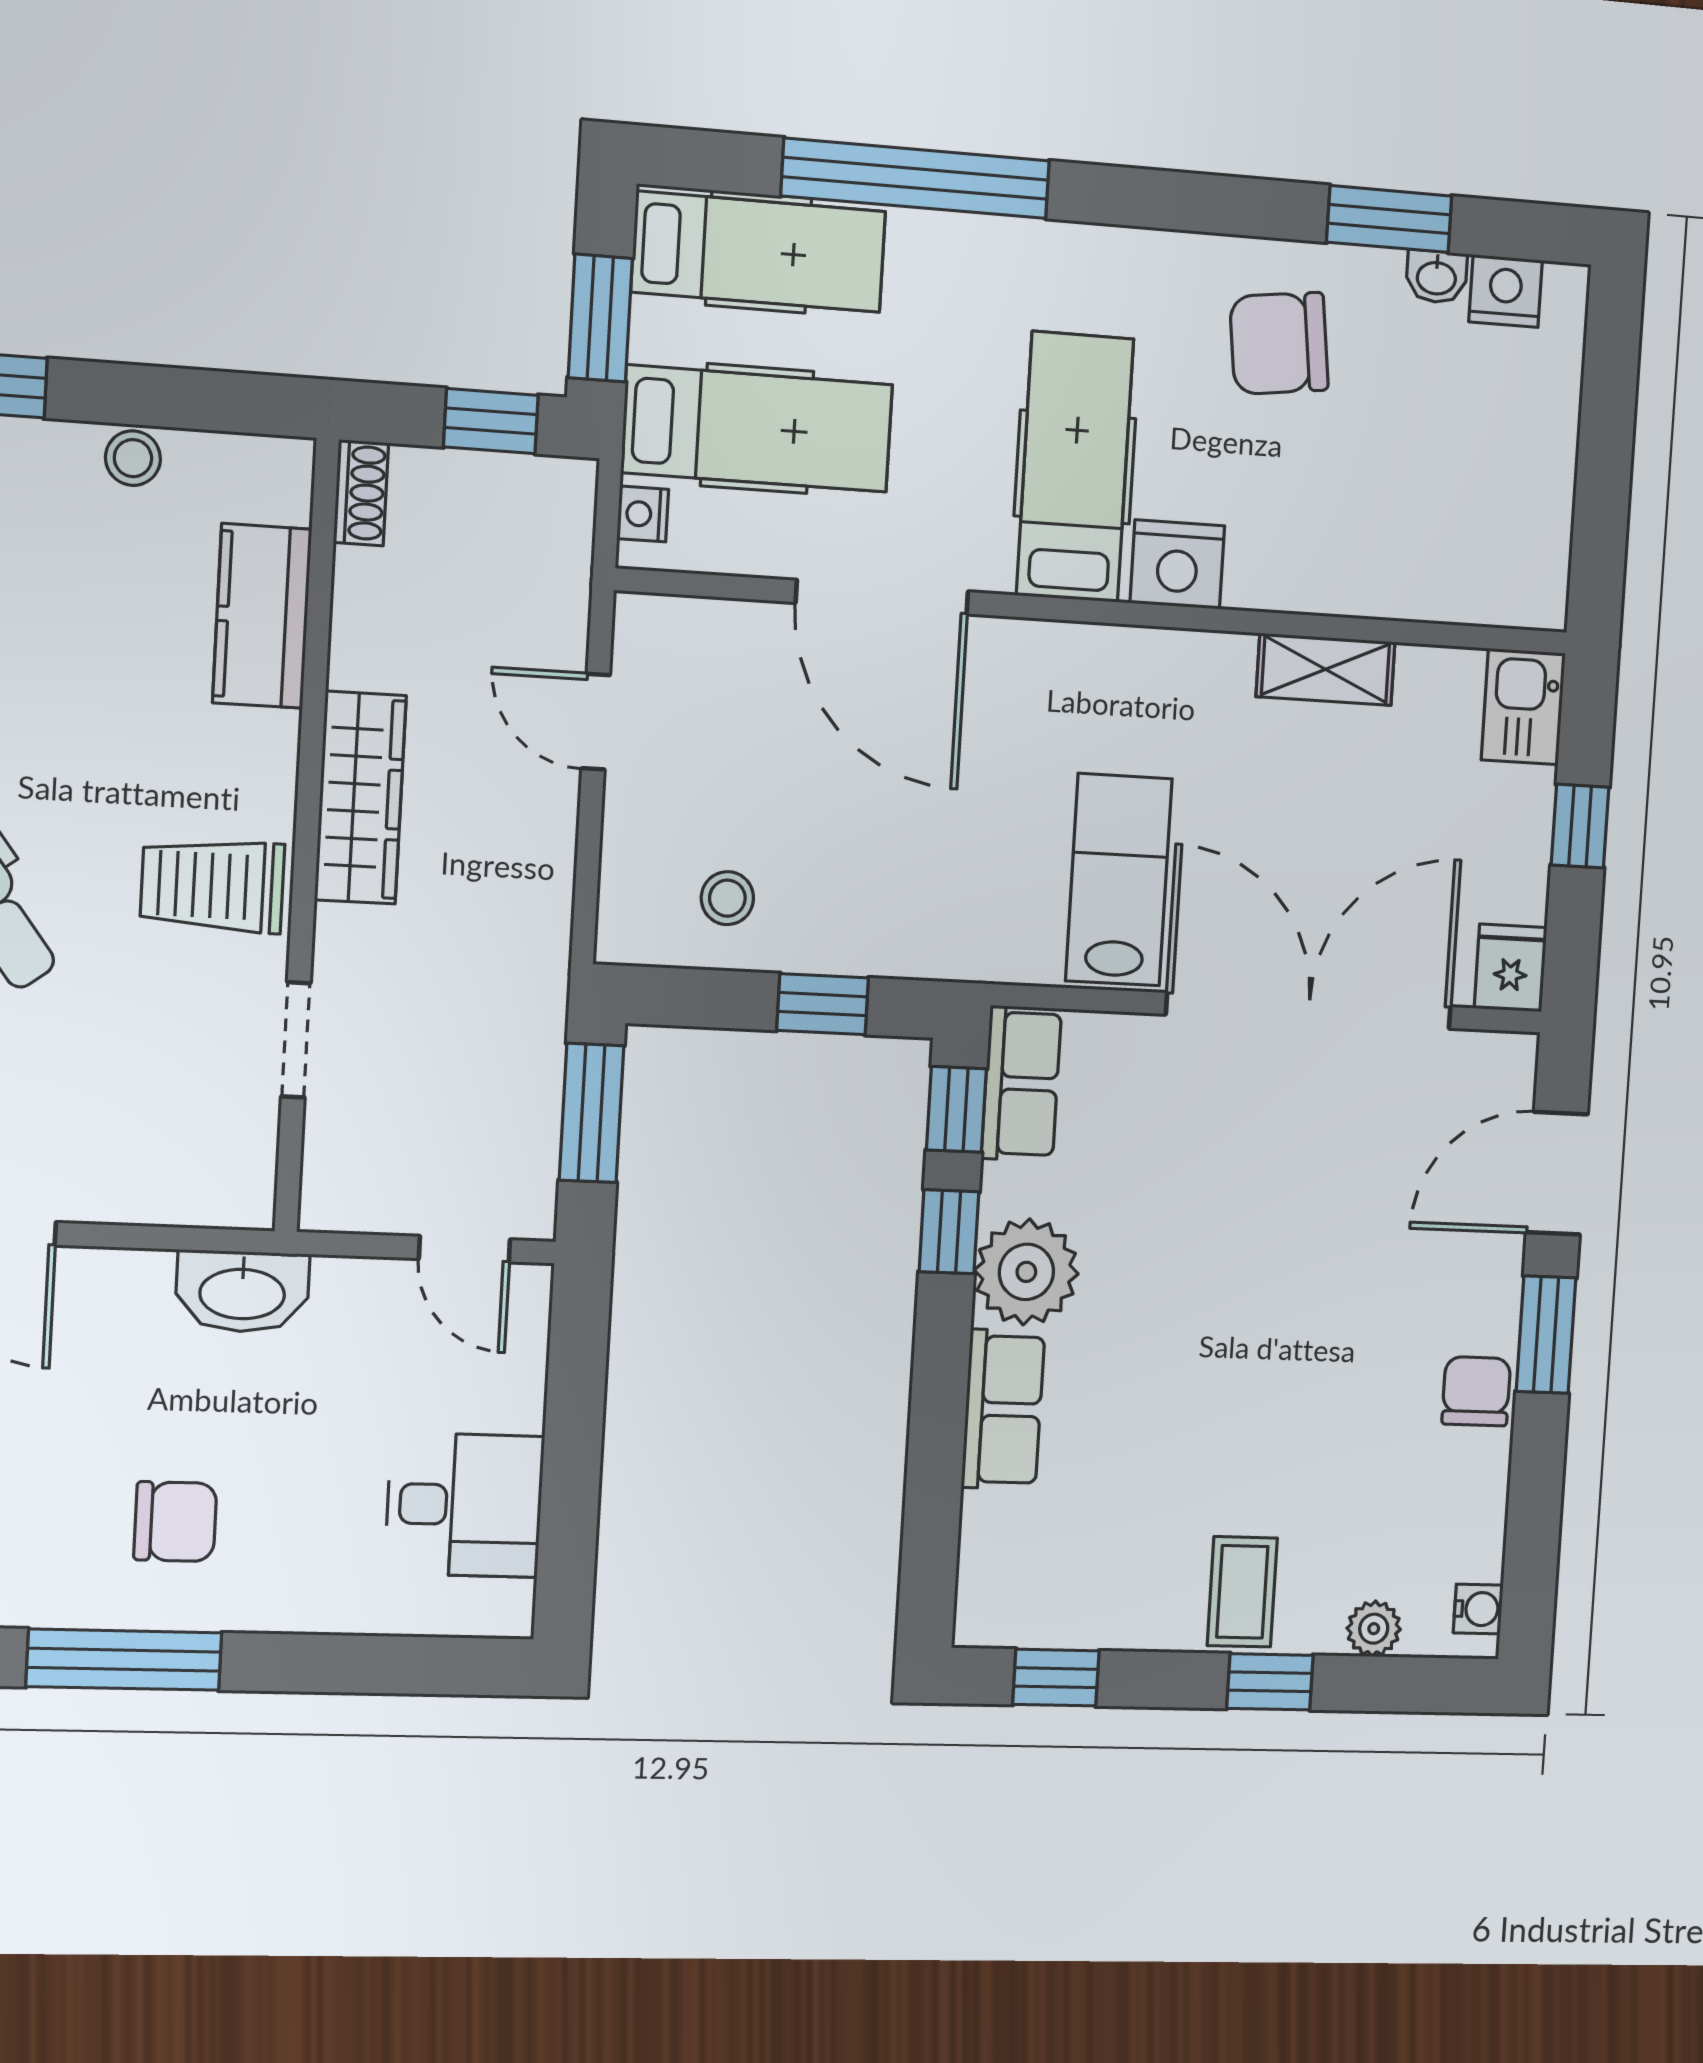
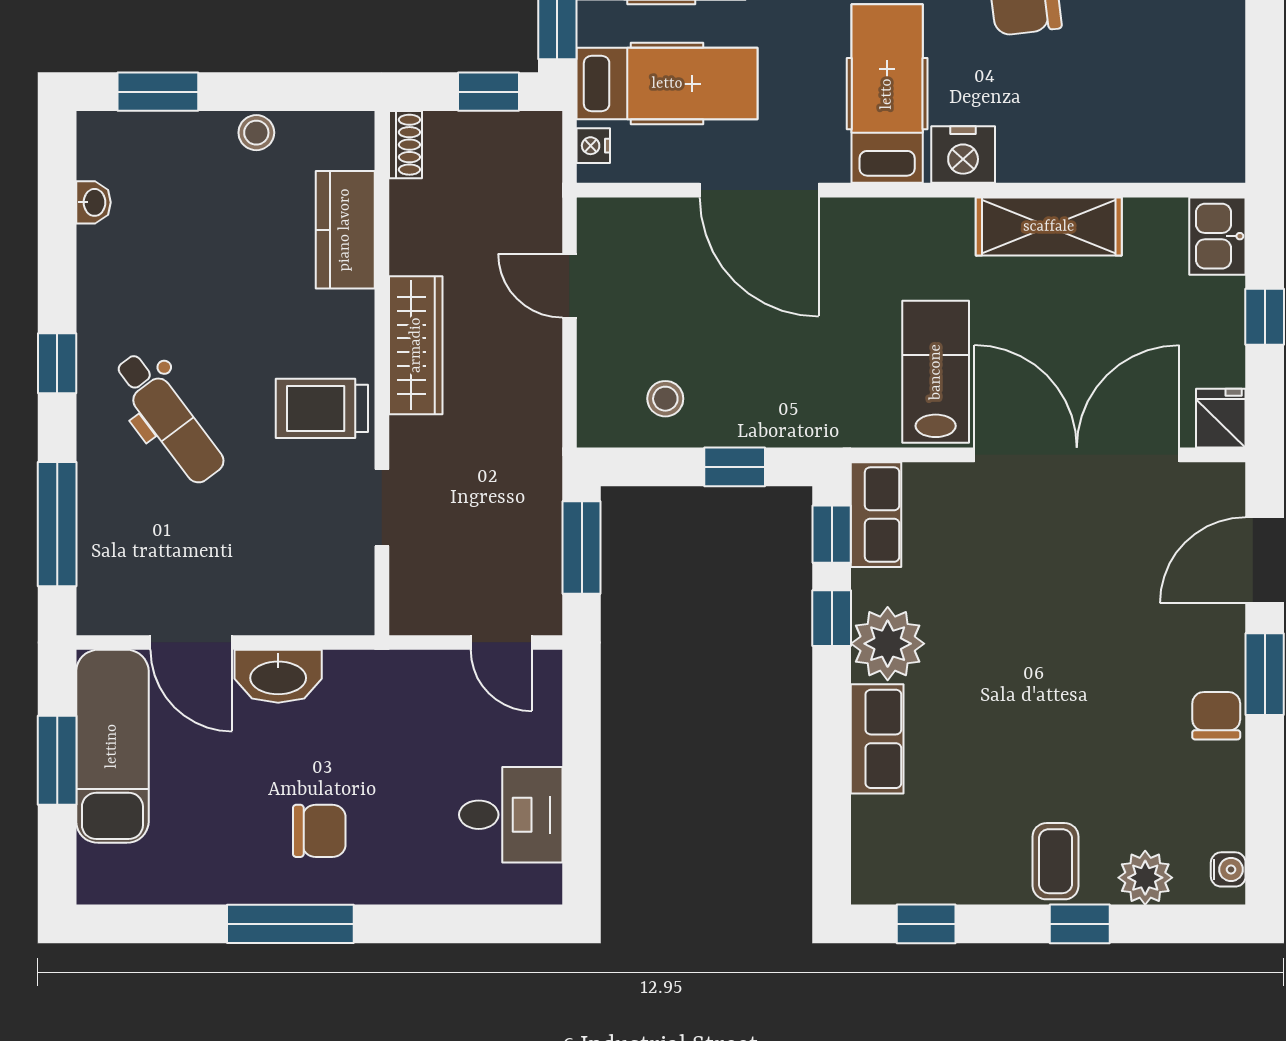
shelving: (1326, 669) -> (1049, 227), width x1.50, depth x1.33
washbasin: (242, 1292) -> (278, 676), moved
plant: (1374, 1629) -> (1145, 878), width x1.38, depth x1.38

